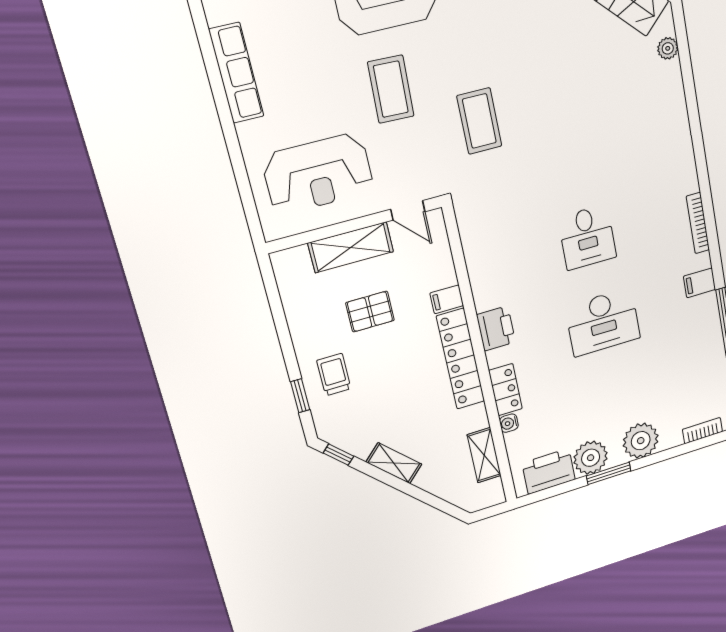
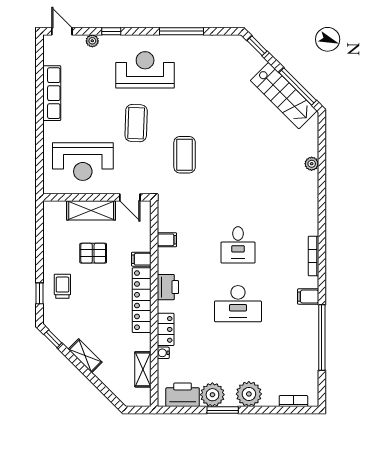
plant: (668, 48) -> (312, 164), moved
filing cabinet: (480, 259) -> (167, 240), added

